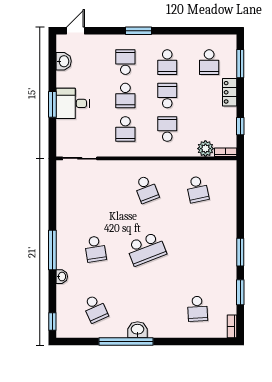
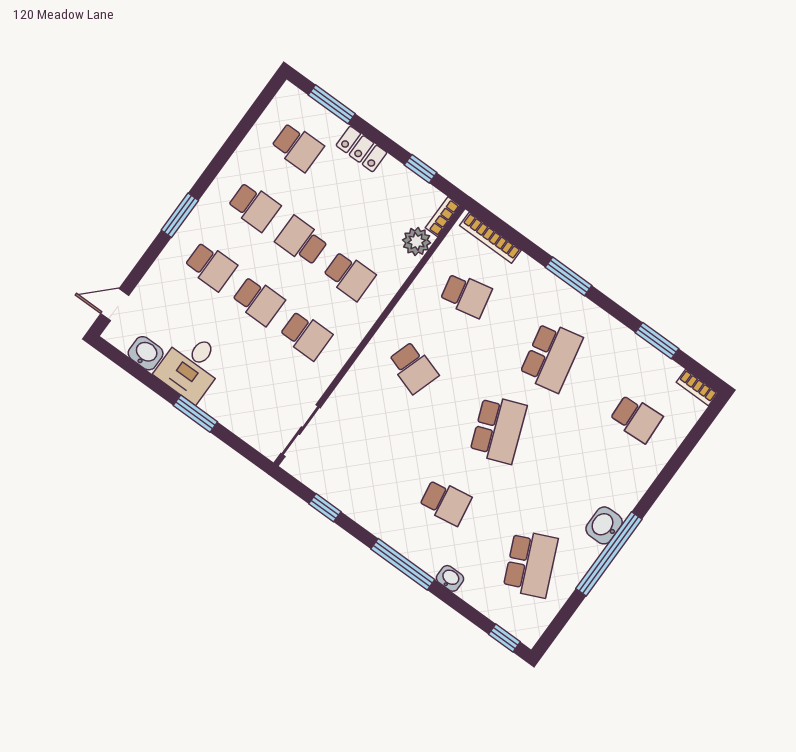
door: (76, 31) -> (115, 305), hinge flipped
school desk: (125, 62) -> (211, 266), turned 180
desk: (73, 103) -> (191, 367), moved
school desk: (167, 129) -> (349, 276), turned 180
bookcase: (232, 181) -> (490, 238), added
school desk: (146, 189) -> (413, 368), turned 39
window: (52, 195) -> (325, 508), added
school desk: (197, 249) -> (551, 357), added
window: (240, 252) -> (569, 276), moved
school desk: (95, 309) -> (531, 564), width x1.85

